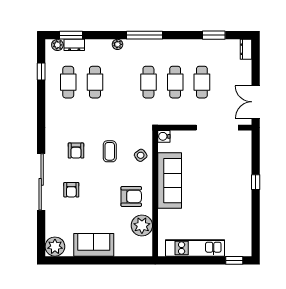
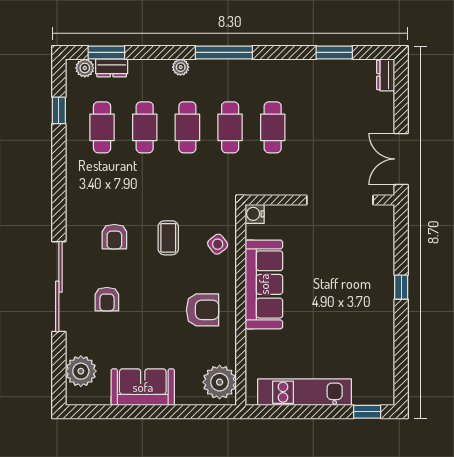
cafe table: (202, 82) -> (187, 127), moved
plant: (142, 225) -> (220, 382), moved
plant: (55, 247) -> (81, 371), moved

